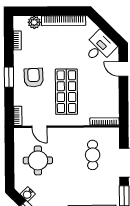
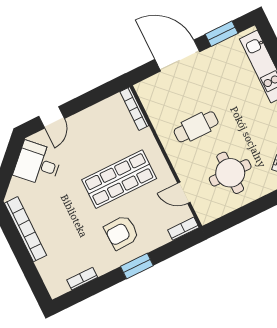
plant: (34, 22) -> (47, 268), removed
door: (39, 127) -> (184, 193), swing flipped
cafe table: (93, 155) -> (196, 127), moved

